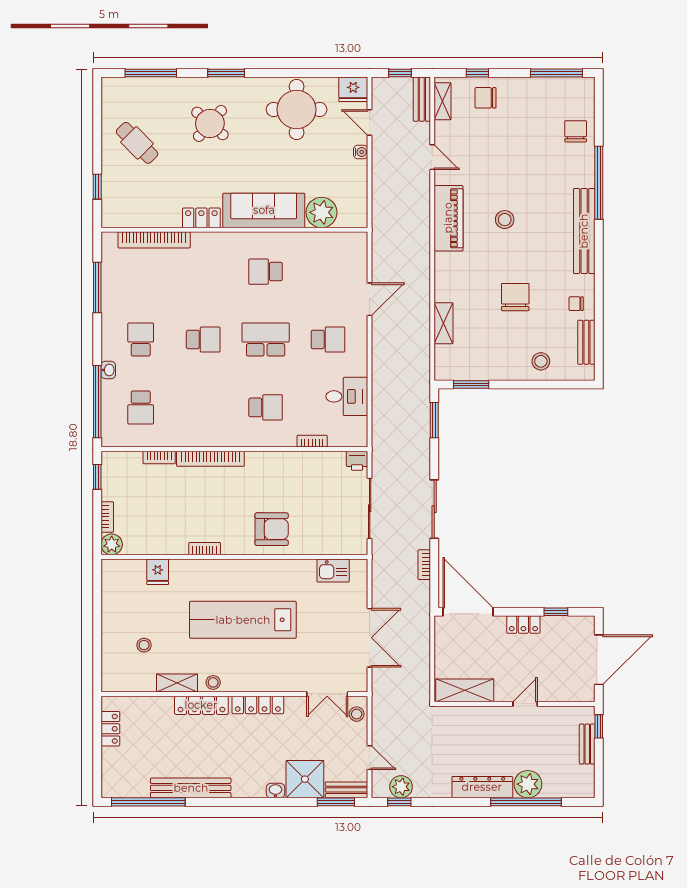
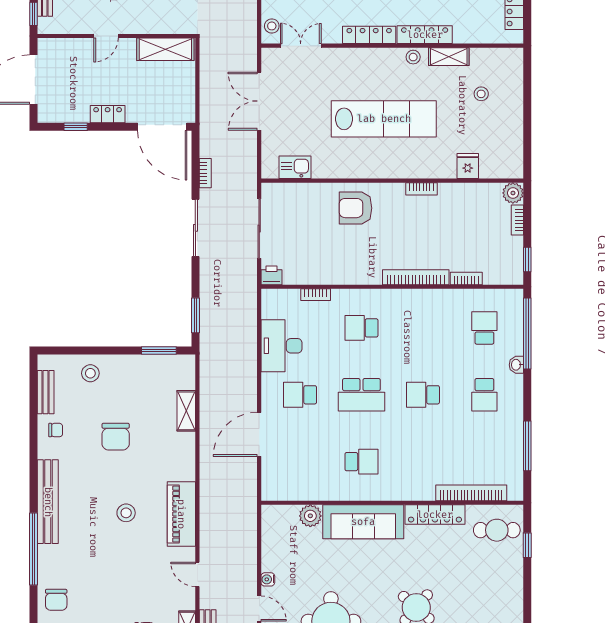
cafe table: (137, 143) -> (497, 530), moved, turned -45
plant: (322, 212) -> (310, 516), width x0.73, depth x0.73
locker: (201, 218) -> (435, 515), width x1.53
door: (370, 299) -> (259, 434), width x1.36
desk: (347, 396) -> (281, 346), width x1.37

